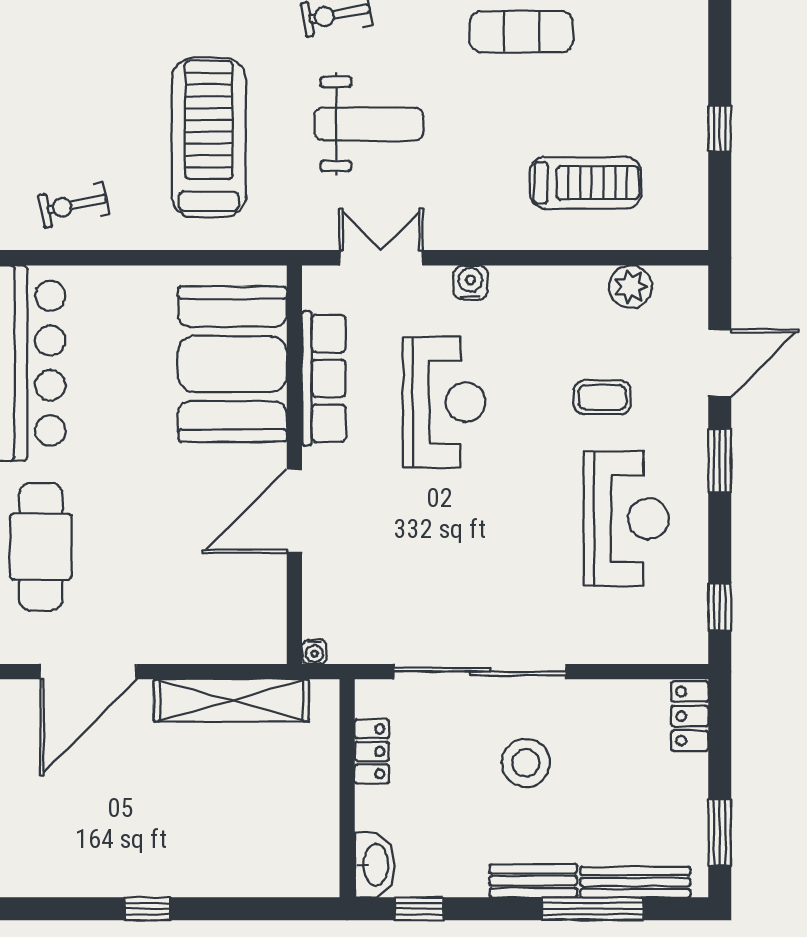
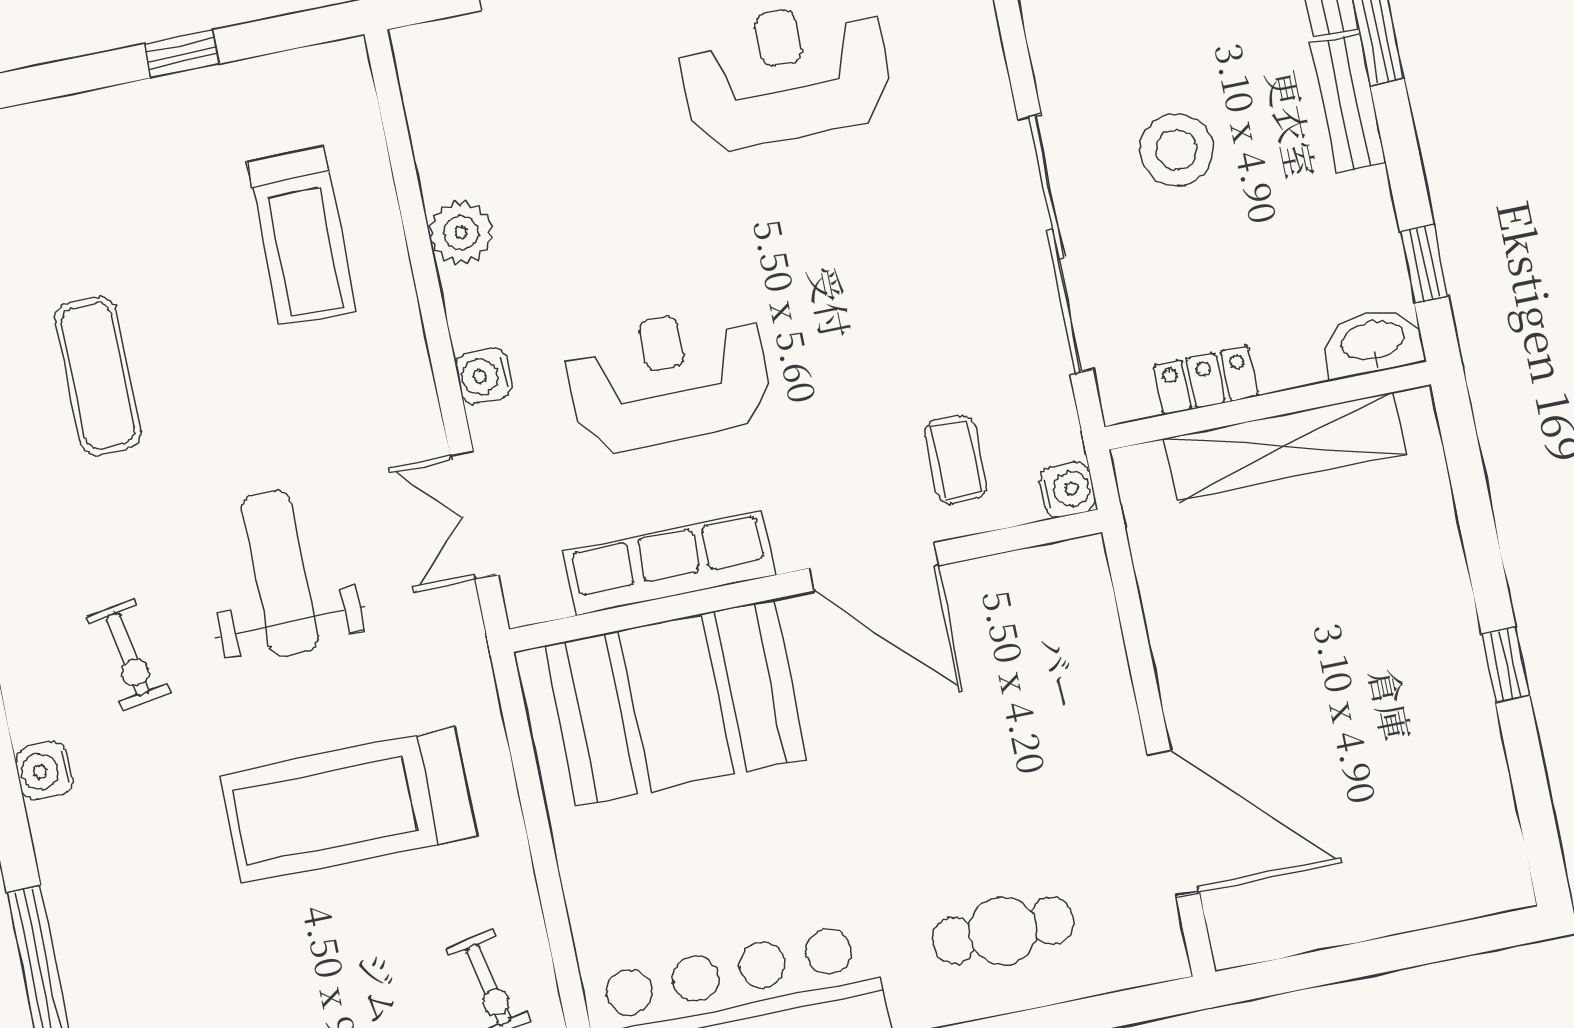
treadmill: (585, 183) -> (302, 236), turned 180
plant: (631, 287) -> (461, 233), moved
coffee table: (602, 397) -> (956, 460), moved
cafe table: (41, 547) -> (1003, 931), width x0.73, depth x0.74
water cooler: (314, 652) -> (1067, 490), width x1.38, depth x1.38
shelving: (231, 700) -> (1285, 446), moved, turned 90

